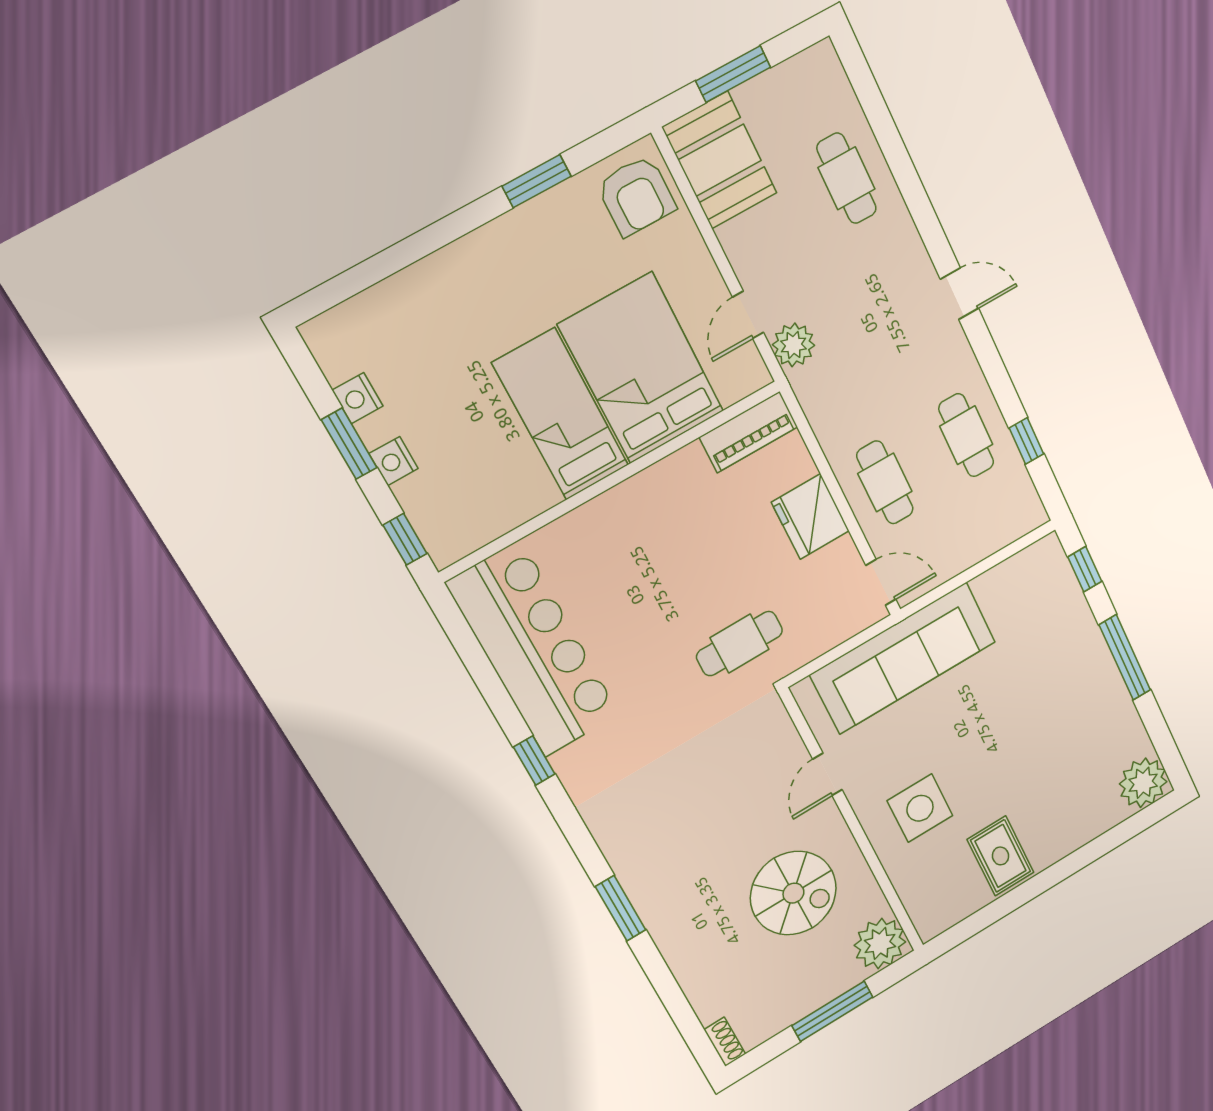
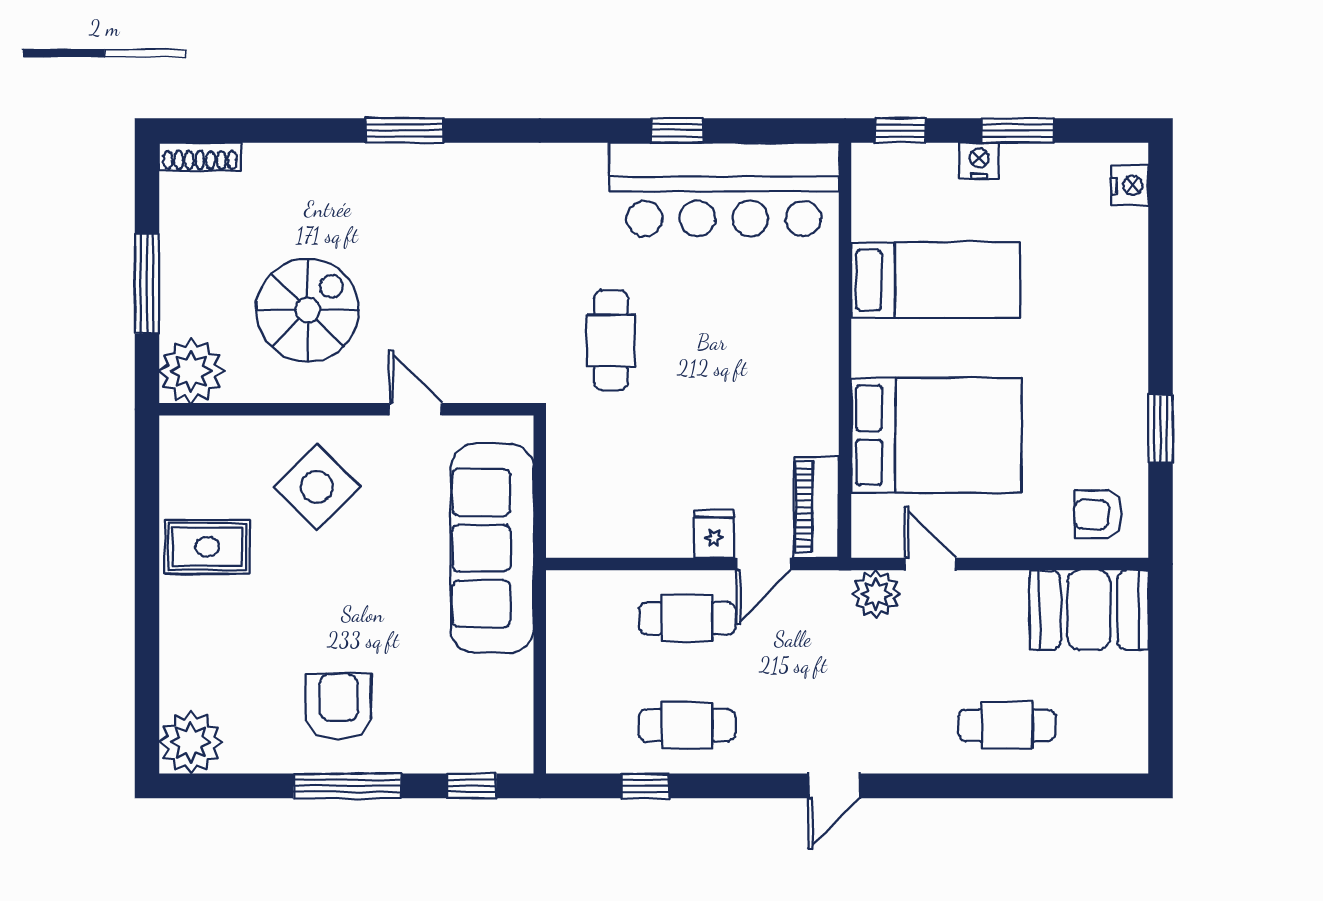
window: (733, 74) -> (1161, 663), removed
armchair: (636, 196) -> (1098, 514), width x0.72, depth x0.72
nightstand: (358, 398) -> (1130, 185), moved, turned 90
bed: (561, 414) -> (935, 280), moved
fridge: (810, 517) -> (714, 534), width x0.53, depth x0.75
door: (881, 582) -> (764, 564), moved
cafe table: (739, 644) -> (611, 340), moved
armchair: (1071, 697) -> (339, 707), added
window: (534, 761) -> (677, 130), moved
side table: (920, 808) -> (317, 487), turned 45
spiral stairs: (793, 893) -> (308, 310), turned 180
shoe rack: (725, 1042) -> (200, 157), width x1.43

